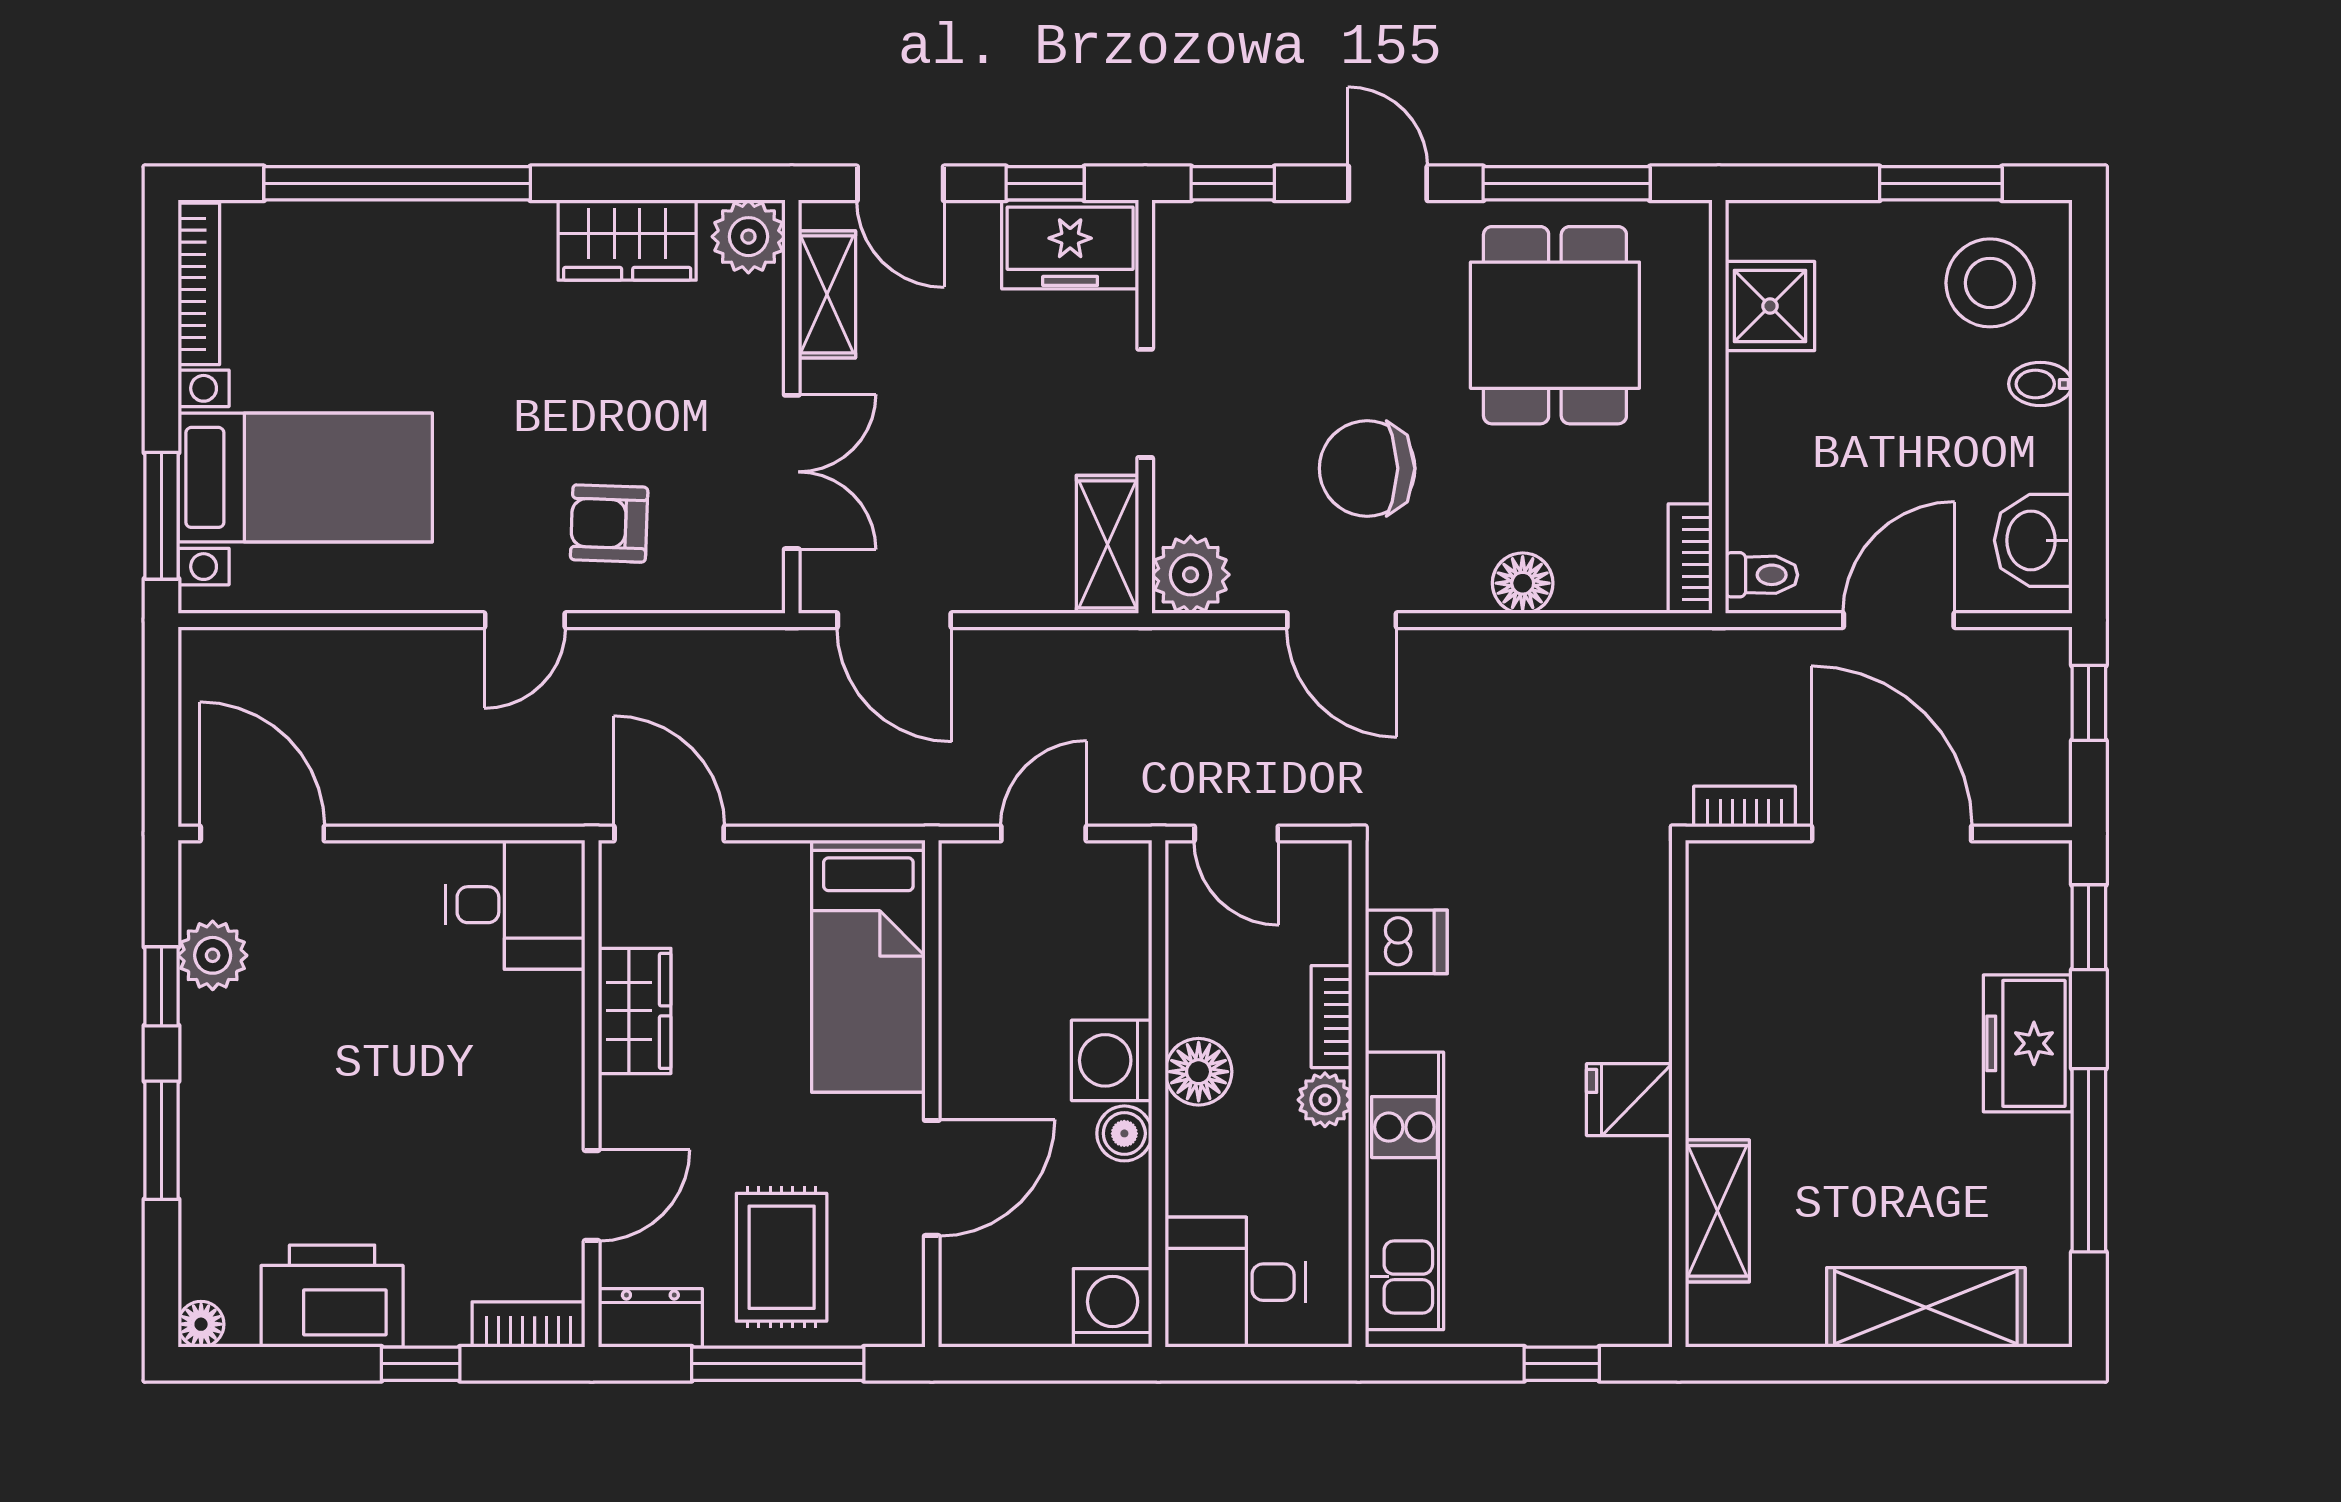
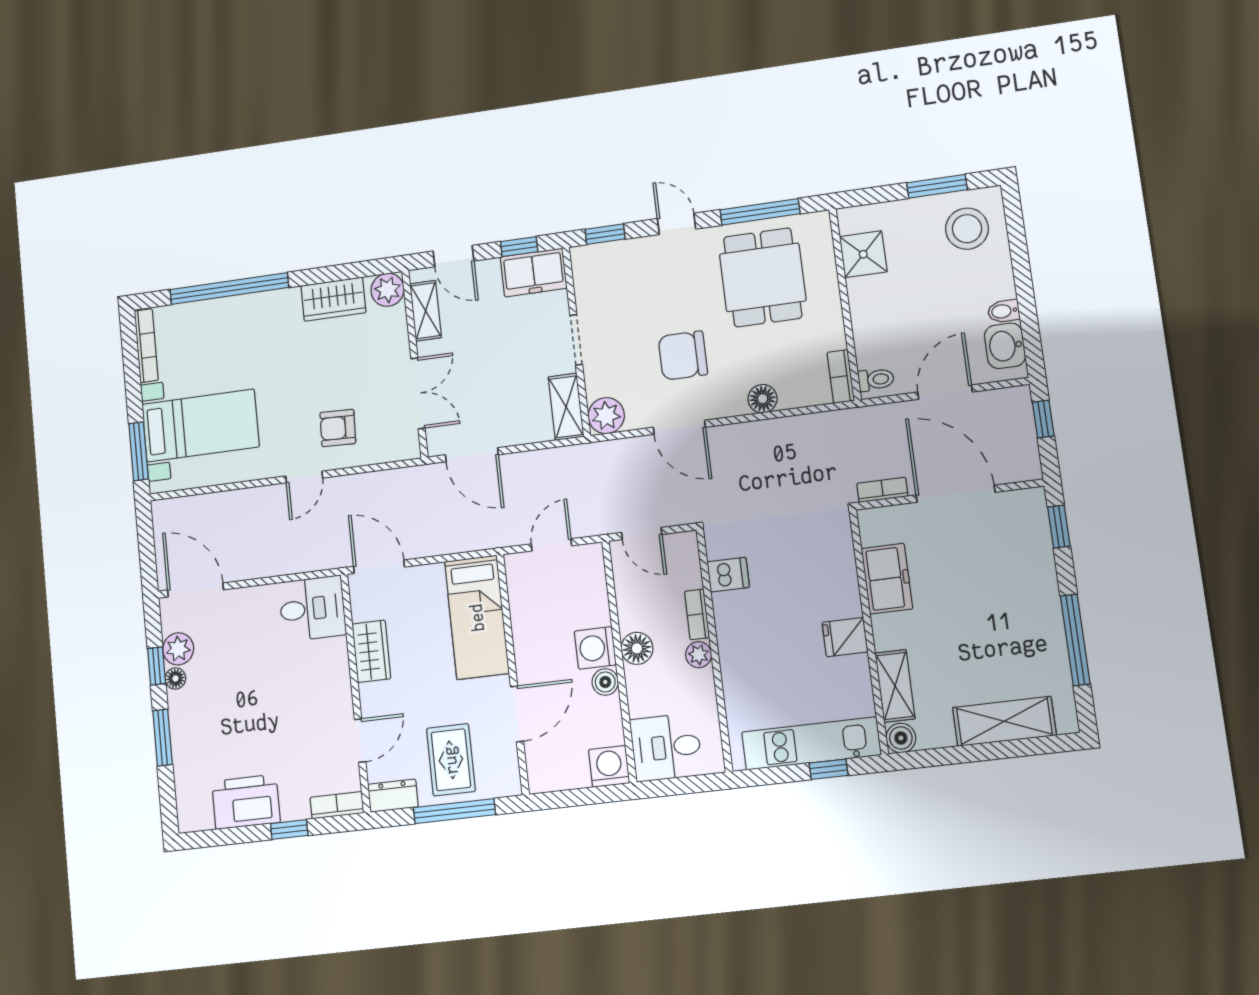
bidet: (2040, 384) -> (1004, 311), moved
freezer: (2028, 1043) -> (887, 579), moved, turned 180
kitchen unit: (1404, 1191) -> (811, 744), moved, turned -90
boiler: (1715, 1317) -> (901, 738), added
floor lamp: (201, 1324) -> (175, 678), moved

